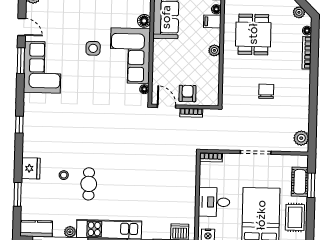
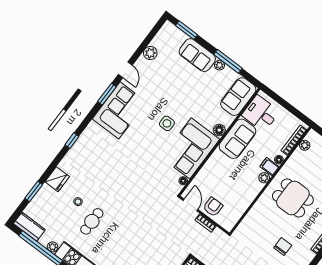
dining table: (253, 34) -> (293, 198), turned 90
plant: (214, 50) -> (264, 178), moved
chair: (266, 91) -> (283, 246), moved

